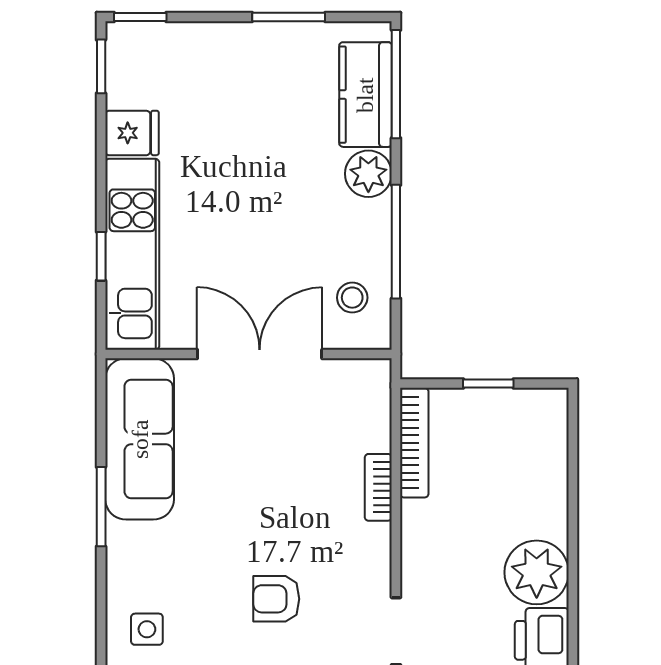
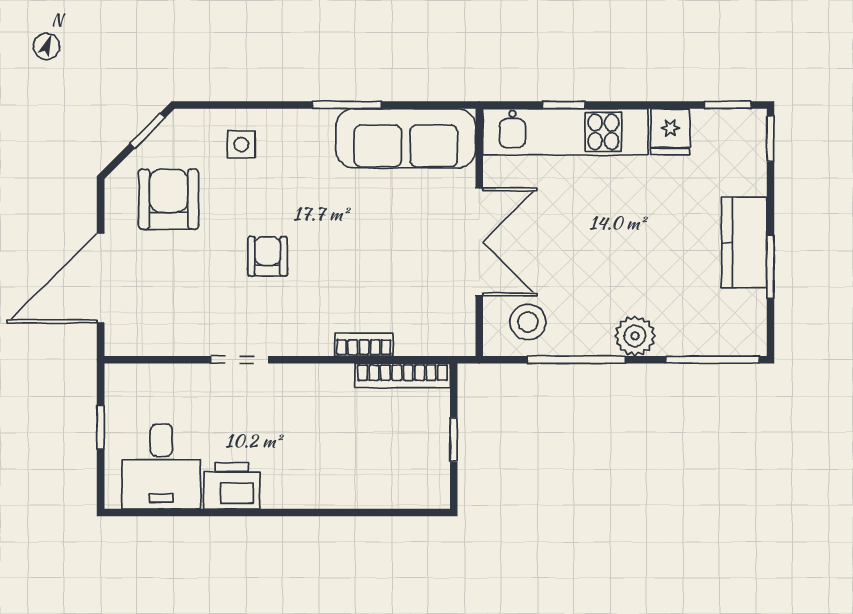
kitchen counter: (365, 95) -> (744, 243), moved, turned -90
stool: (352, 298) -> (528, 322), width x1.37, depth x1.37
plant: (537, 572) -> (290, 481), removed

